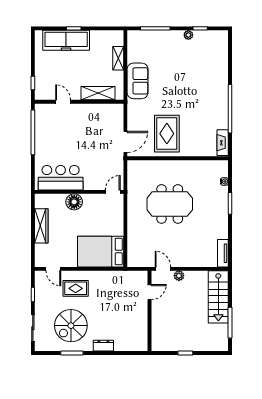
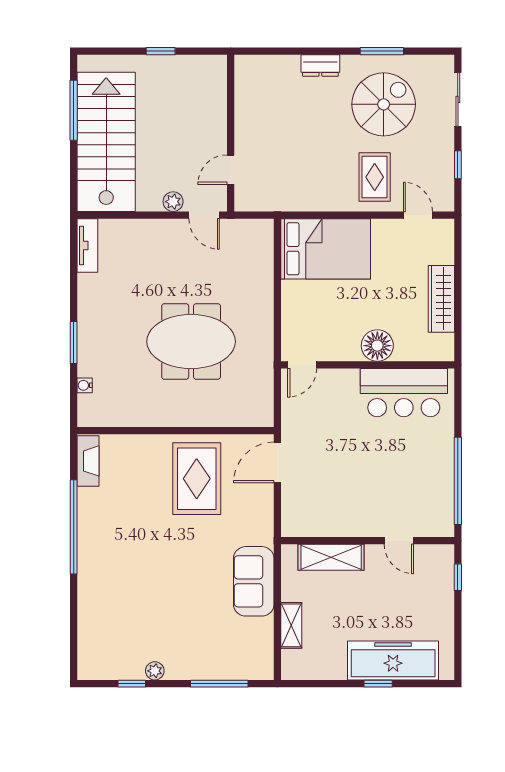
rug: (76, 288) -> (375, 177), turned 90
stairs: (218, 297) -> (106, 142), width x1.36, depth x1.51

